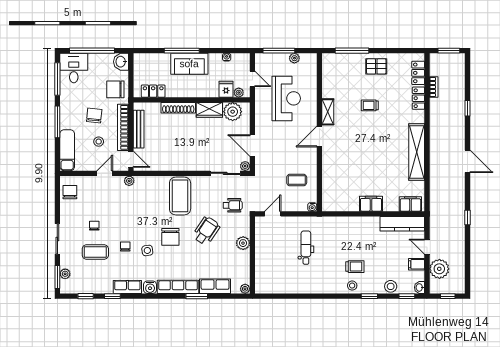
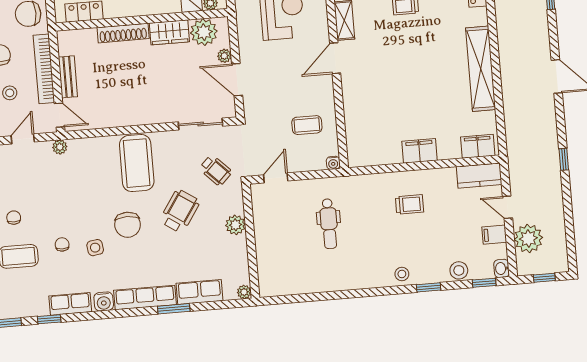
bench: (139, 129) -> (68, 77), width x0.73
plant: (245, 166) -> (224, 56), moved
wheelchair: (233, 205) -> (216, 170), turned 45
kitchen counter: (402, 224) -> (479, 176), width x0.67
dental chair: (306, 248) -> (329, 224), turned 180
trolley: (355, 267) -> (410, 204), moved

